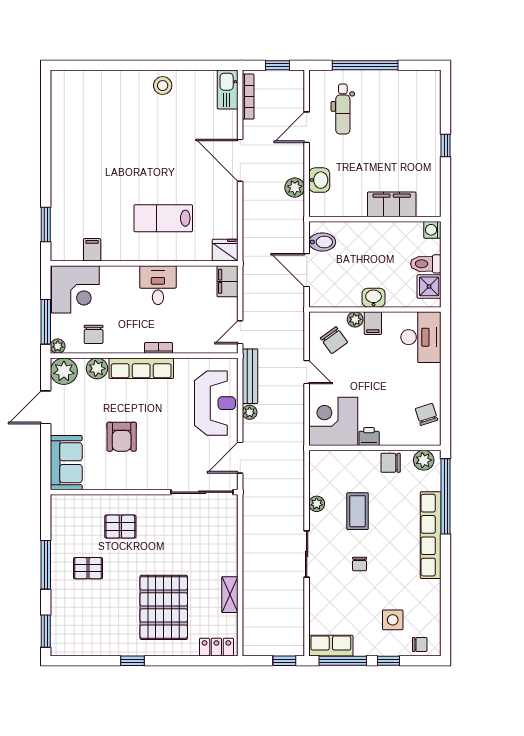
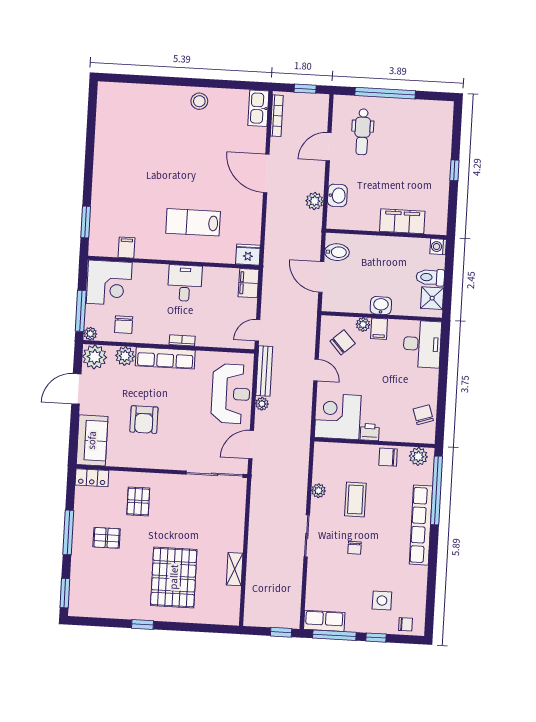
chair: (334, 340) -> (343, 342), turned -96
pallet: (120, 527) -> (138, 501), turned 90
locker: (216, 647) -> (92, 478), moved, turned 180

